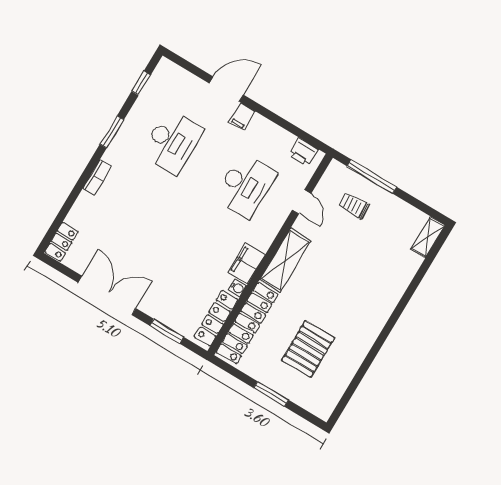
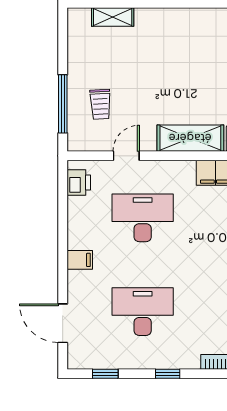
door: (226, 89) -> (63, 323), moved
window: (112, 132) -> (168, 374), width x0.67
shelving: (428, 237) -> (113, 17), moved

